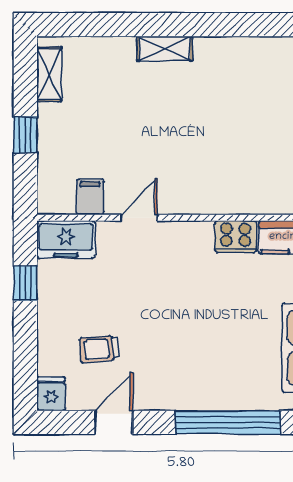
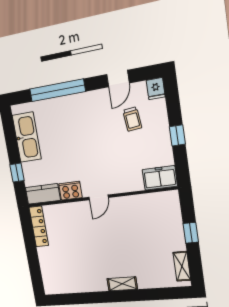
filing cabinet: (90, 197) -> (150, 203), removed
door: (139, 218) -> (99, 197), moved
window: (25, 283) -> (177, 135), moved
trolley: (99, 349) -> (132, 119), turned 89

